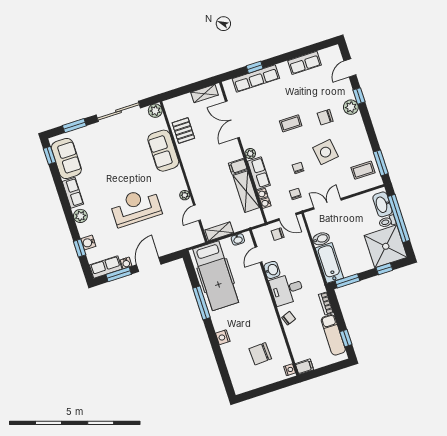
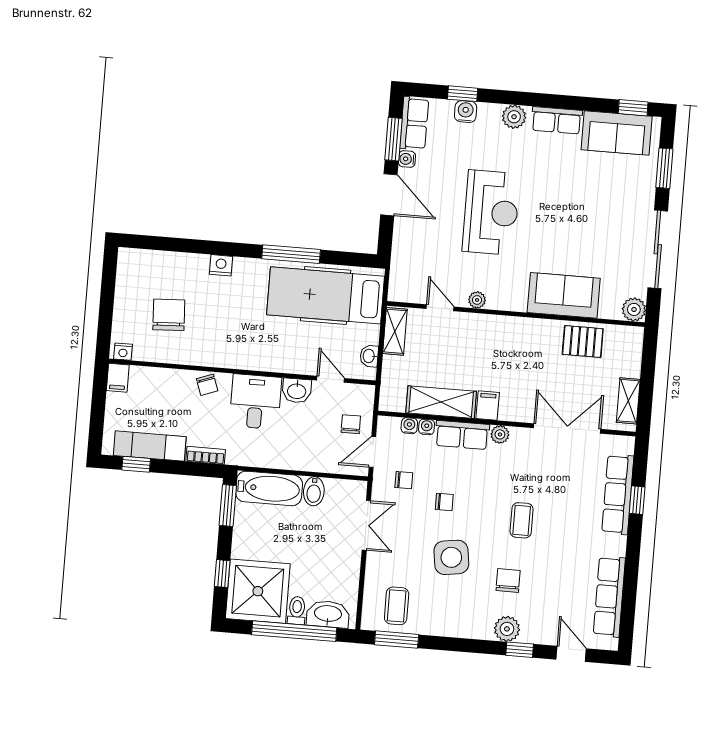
row of seats: (304, 63) -> (609, 597), width x1.48

